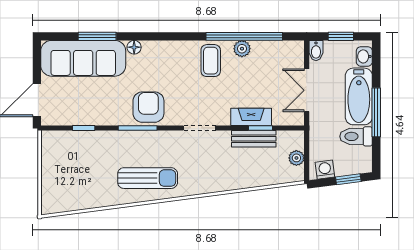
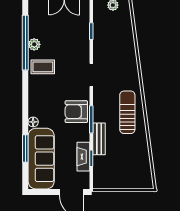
fireplace: (251, 117) -> (83, 157), moved
bench: (254, 139) -> (99, 139), moved

